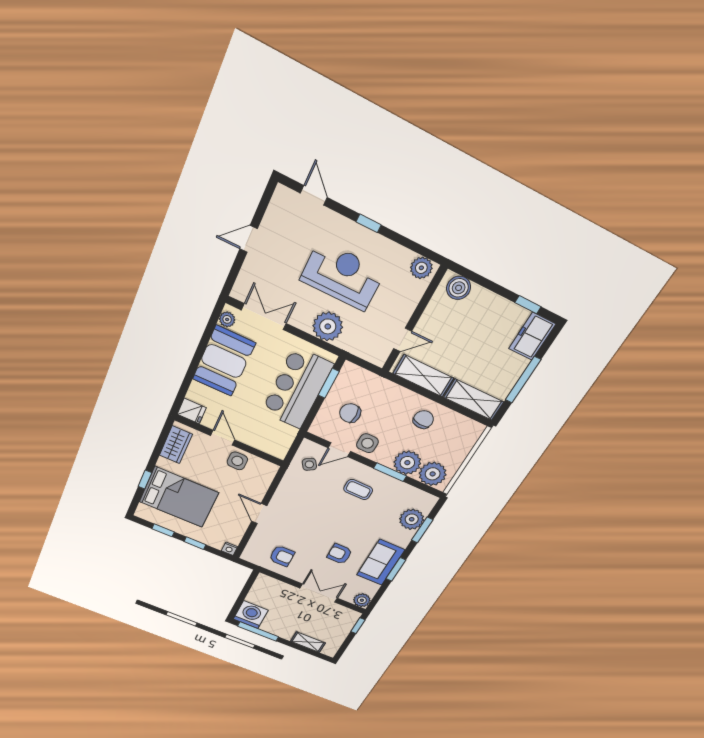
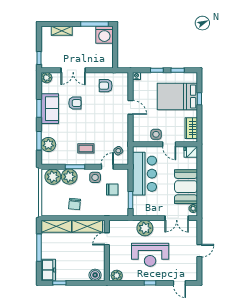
bar counter: (297, 388) -> (144, 174), moved

